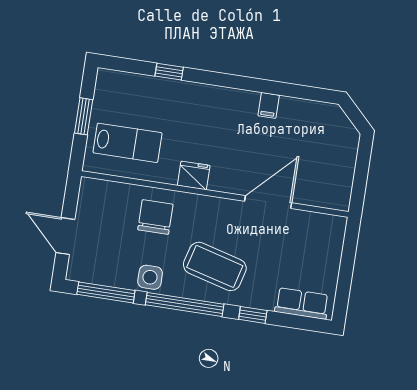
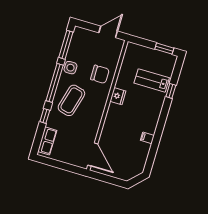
window: (84, 116) -> (164, 49), moved
lab bench: (127, 143) -> (152, 80), moved, turned 90
door: (268, 202) -> (93, 154), moved
door: (65, 236) -> (108, 32), moved

